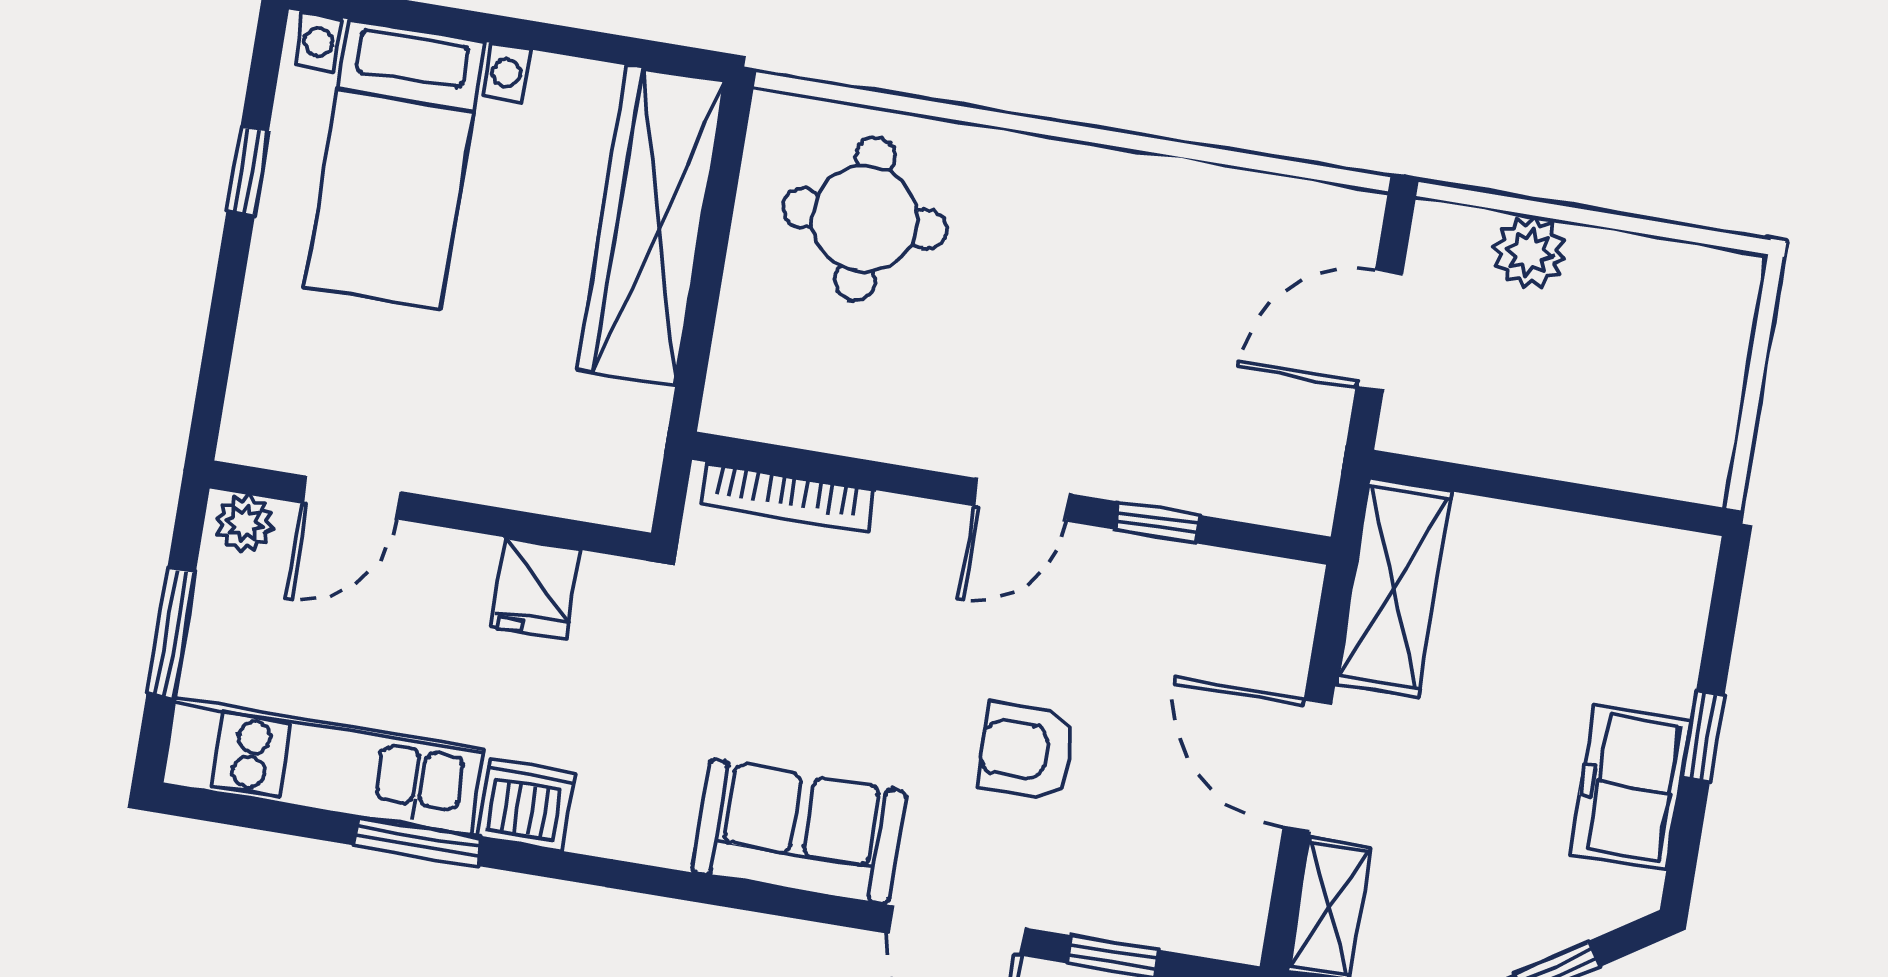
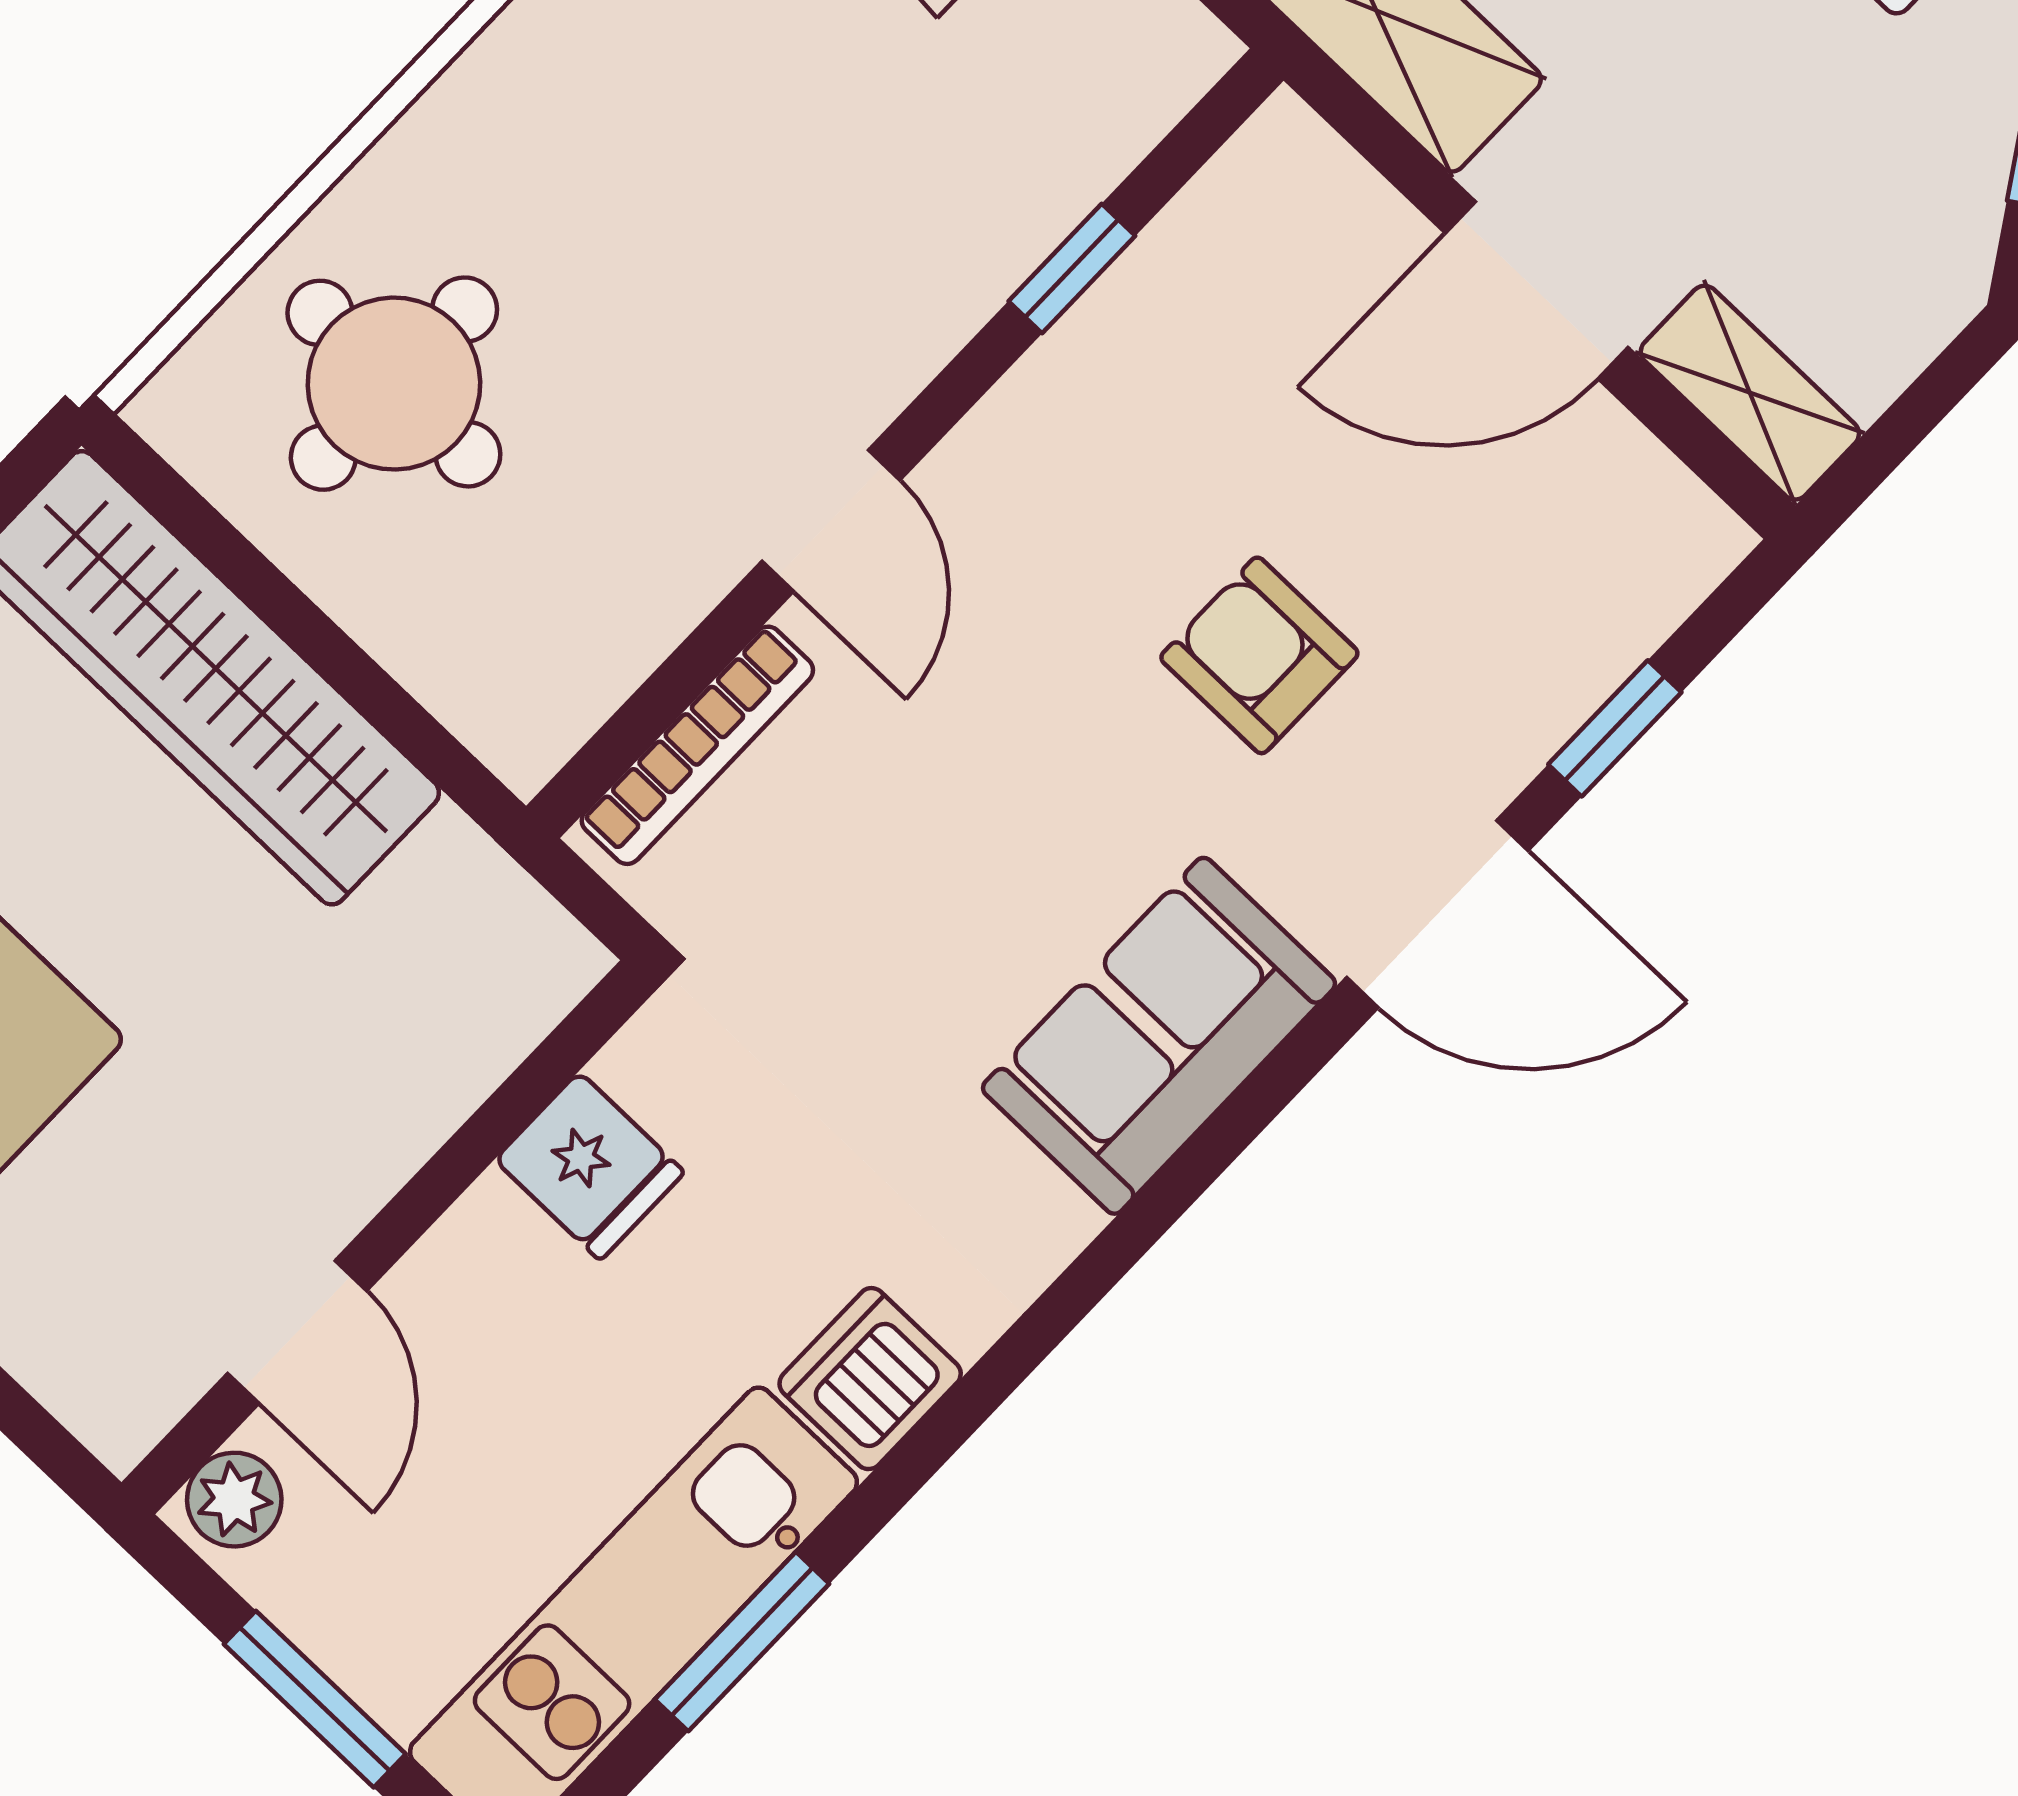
door: (1022, 500) -> (831, 521), moved
armchair: (1026, 751) -> (1259, 655), turned 90
window: (418, 841) -> (742, 1642), moved

